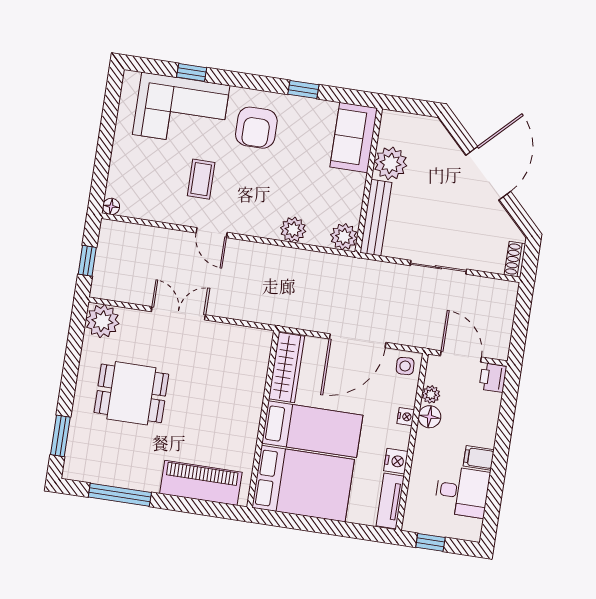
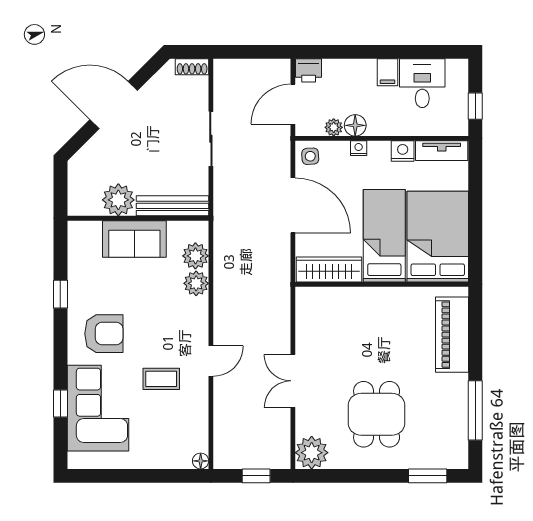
sofa: (354, 138) -> (134, 239), moved
plant: (344, 237) -> (195, 256), moved

